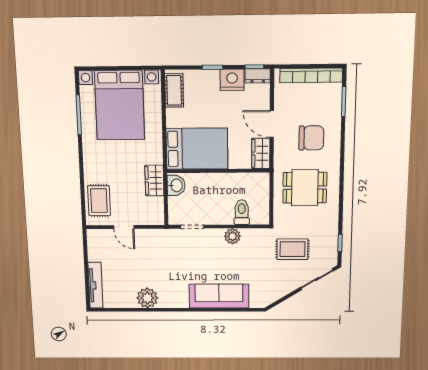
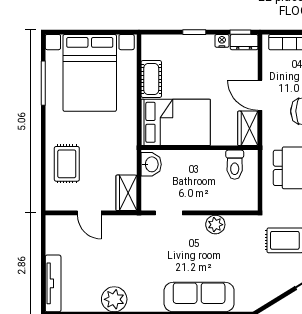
nightstand: (232, 80) -> (222, 41), width x0.53, depth x0.56
cot: (174, 90) -> (151, 79), moved
wardrobe: (154, 181) -> (126, 193), moved
rug: (99, 201) -> (67, 164), moved
toilet: (242, 212) -> (235, 165), moved, turned 180

